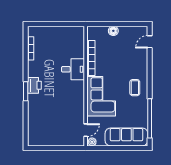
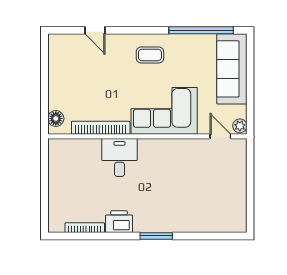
floor lamp: (113, 31) -> (56, 119), moved
door: (150, 42) -> (95, 30), moved
printer: (34, 85) -> (119, 222), moved

